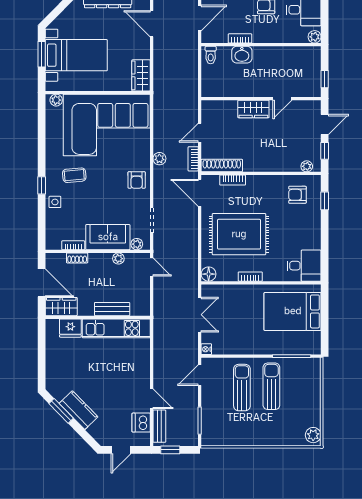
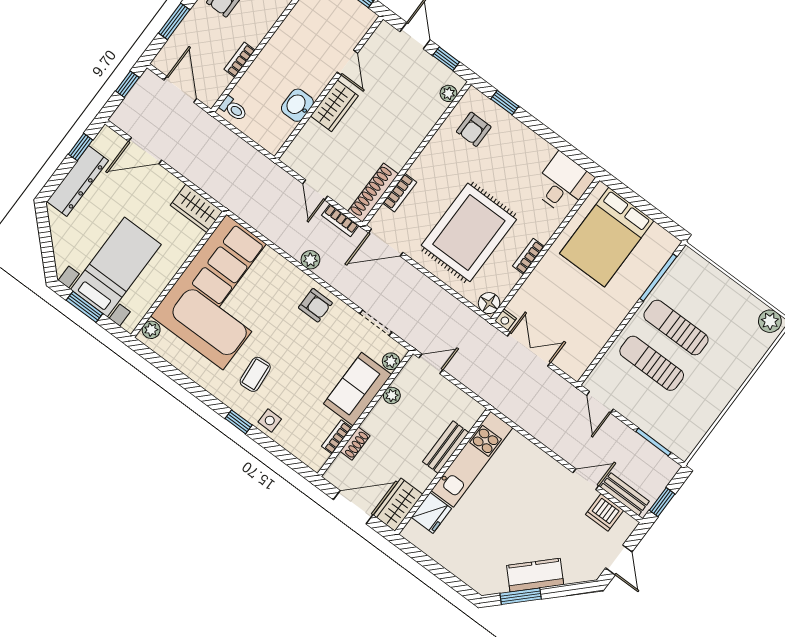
washbasin: (242, 55) -> (297, 105), moved, turned 180
nightstand: (206, 349) -> (506, 320), moved

